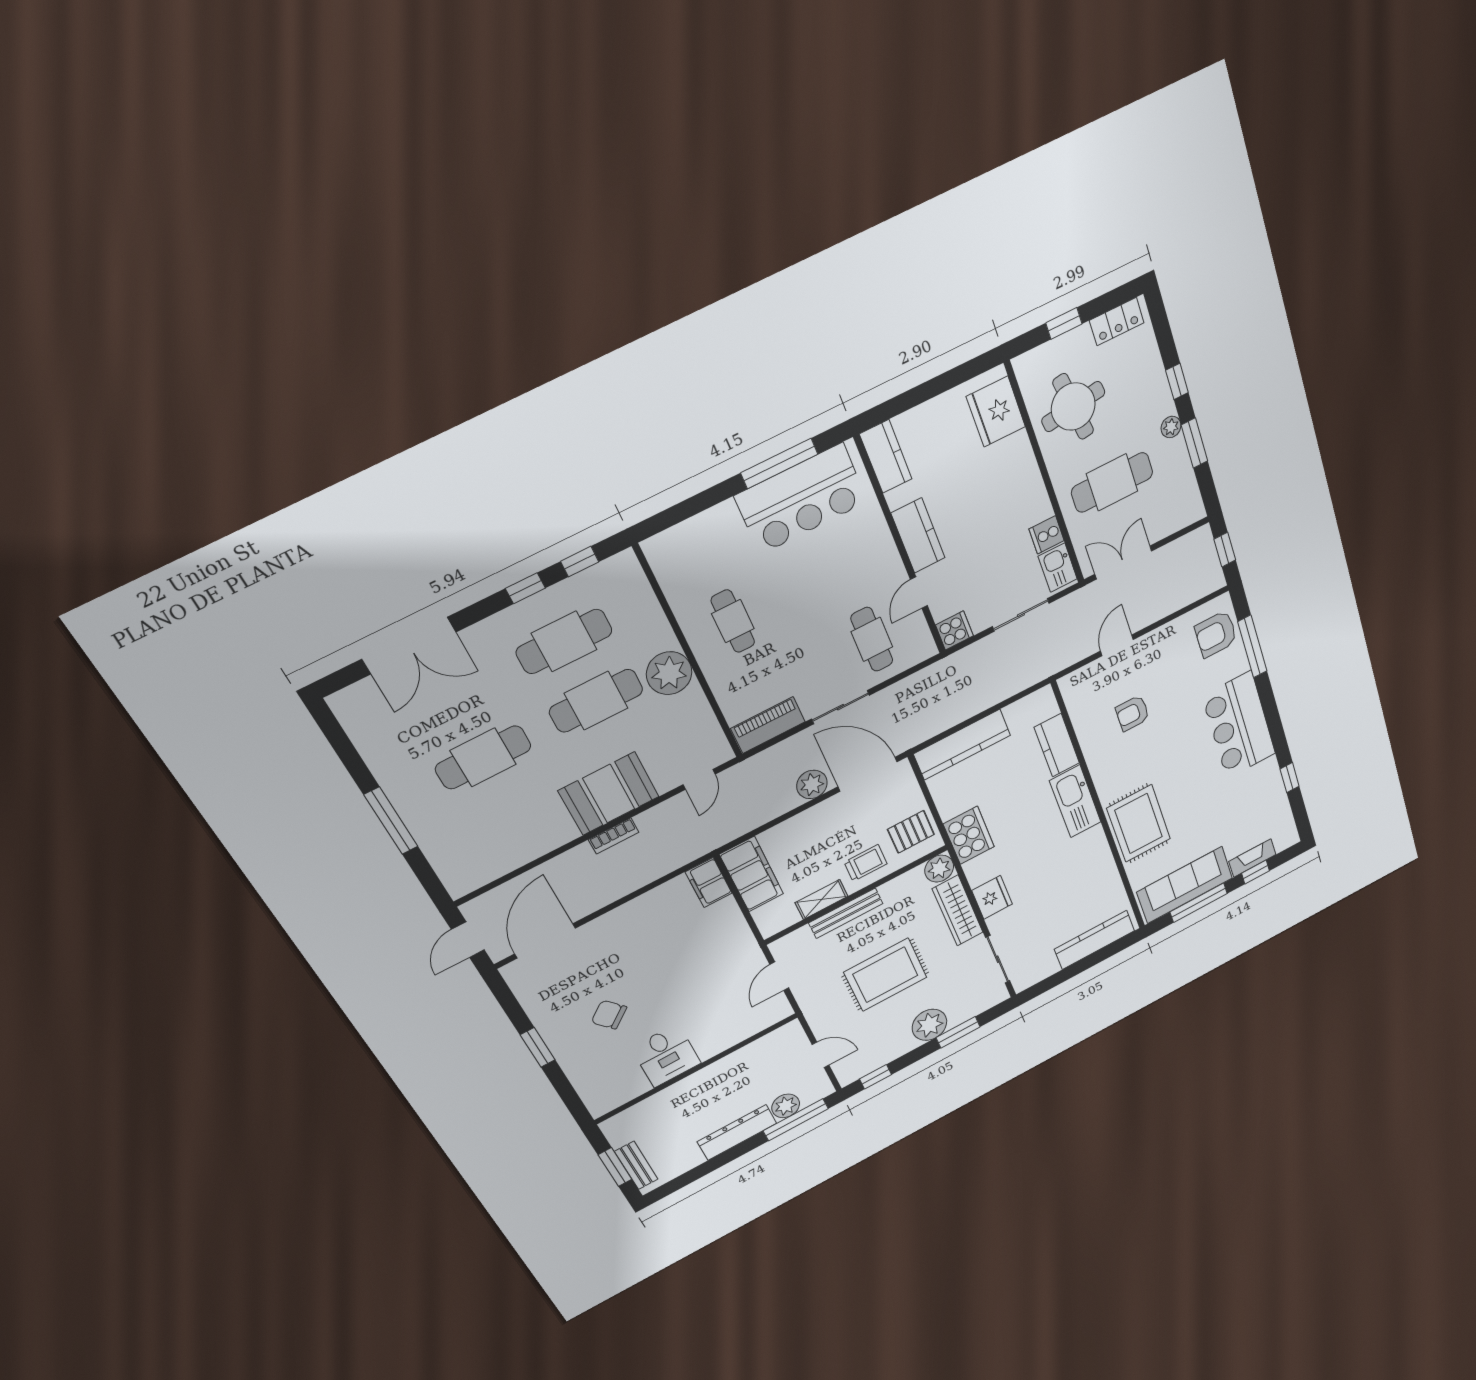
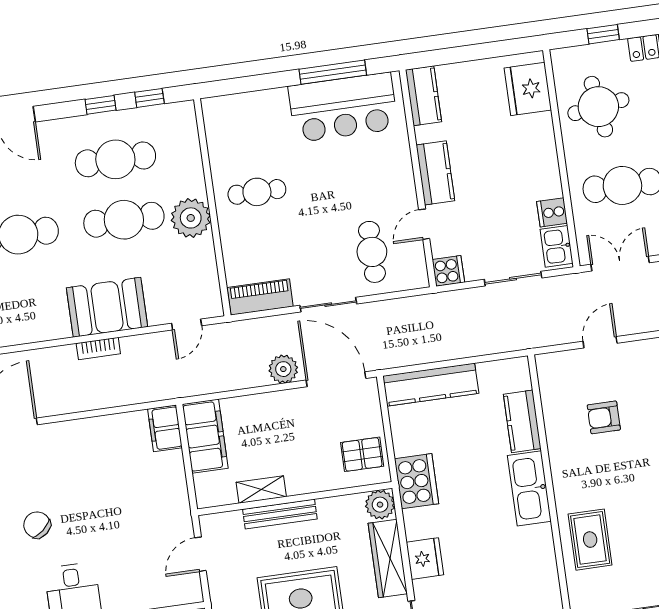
cafe table: (733, 621) -> (257, 192), turned 90
rug: (1139, 823) -> (590, 540), width x0.73, depth x0.70
trolley: (866, 863) -> (312, 469), removed

